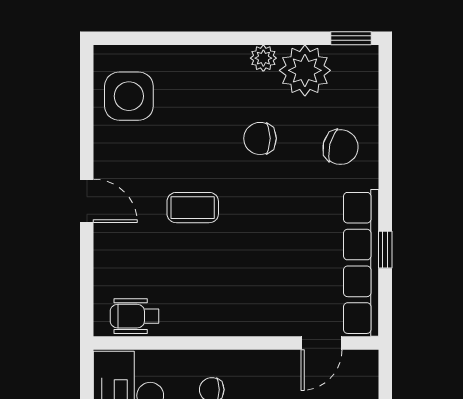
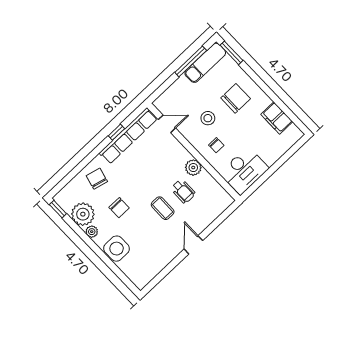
side table: (129, 96) -> (117, 249), moved
wheelchair: (135, 316) -> (183, 191), moved
plant: (211, 319) -> (193, 168), added

